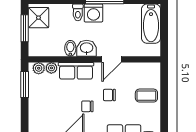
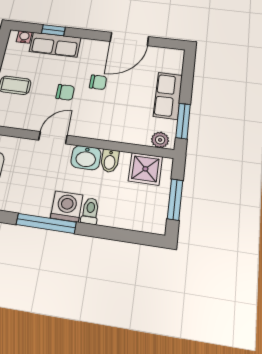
shower: (38, 18) -> (145, 169), moved
plant: (51, 68) -> (141, 138), removed
row of seats: (76, 71) -> (168, 96), moved, turned -90

